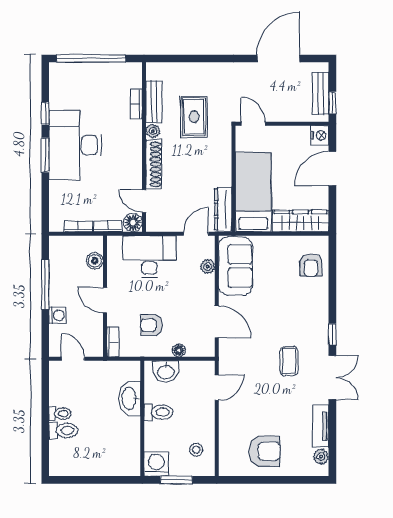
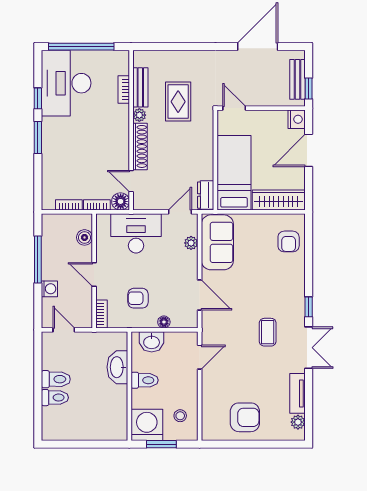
desk: (75, 145) -> (66, 83), moved
dresser: (223, 209) -> (206, 195), width x0.70
toilet: (60, 414) -> (56, 379), width x1.37, depth x1.39
washing machine: (156, 464) -> (147, 425), width x1.37, depth x1.37

